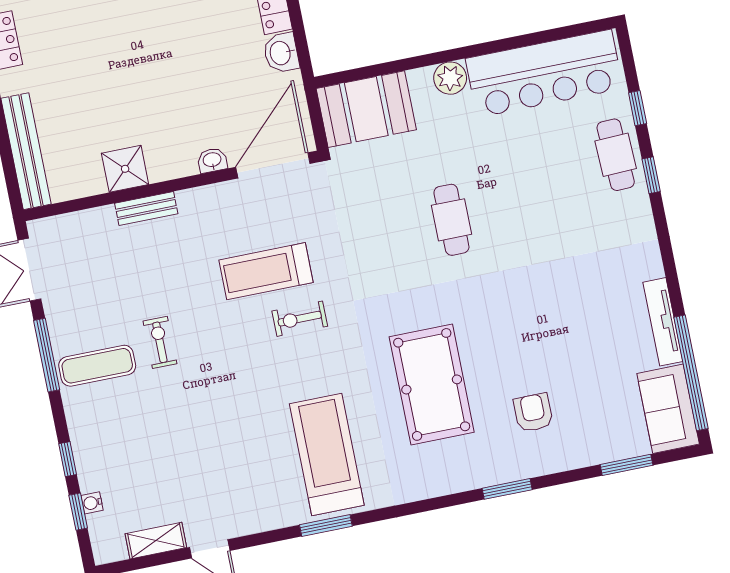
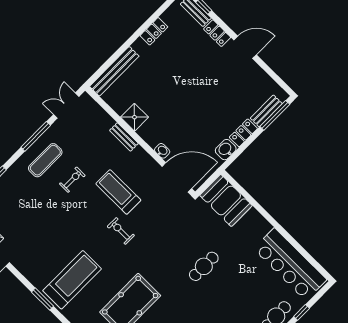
plant: (450, 78) -> (262, 227), removed
treadmill: (266, 271) -> (118, 192), moved
exercise mat: (97, 366) -> (45, 160), turned 90

